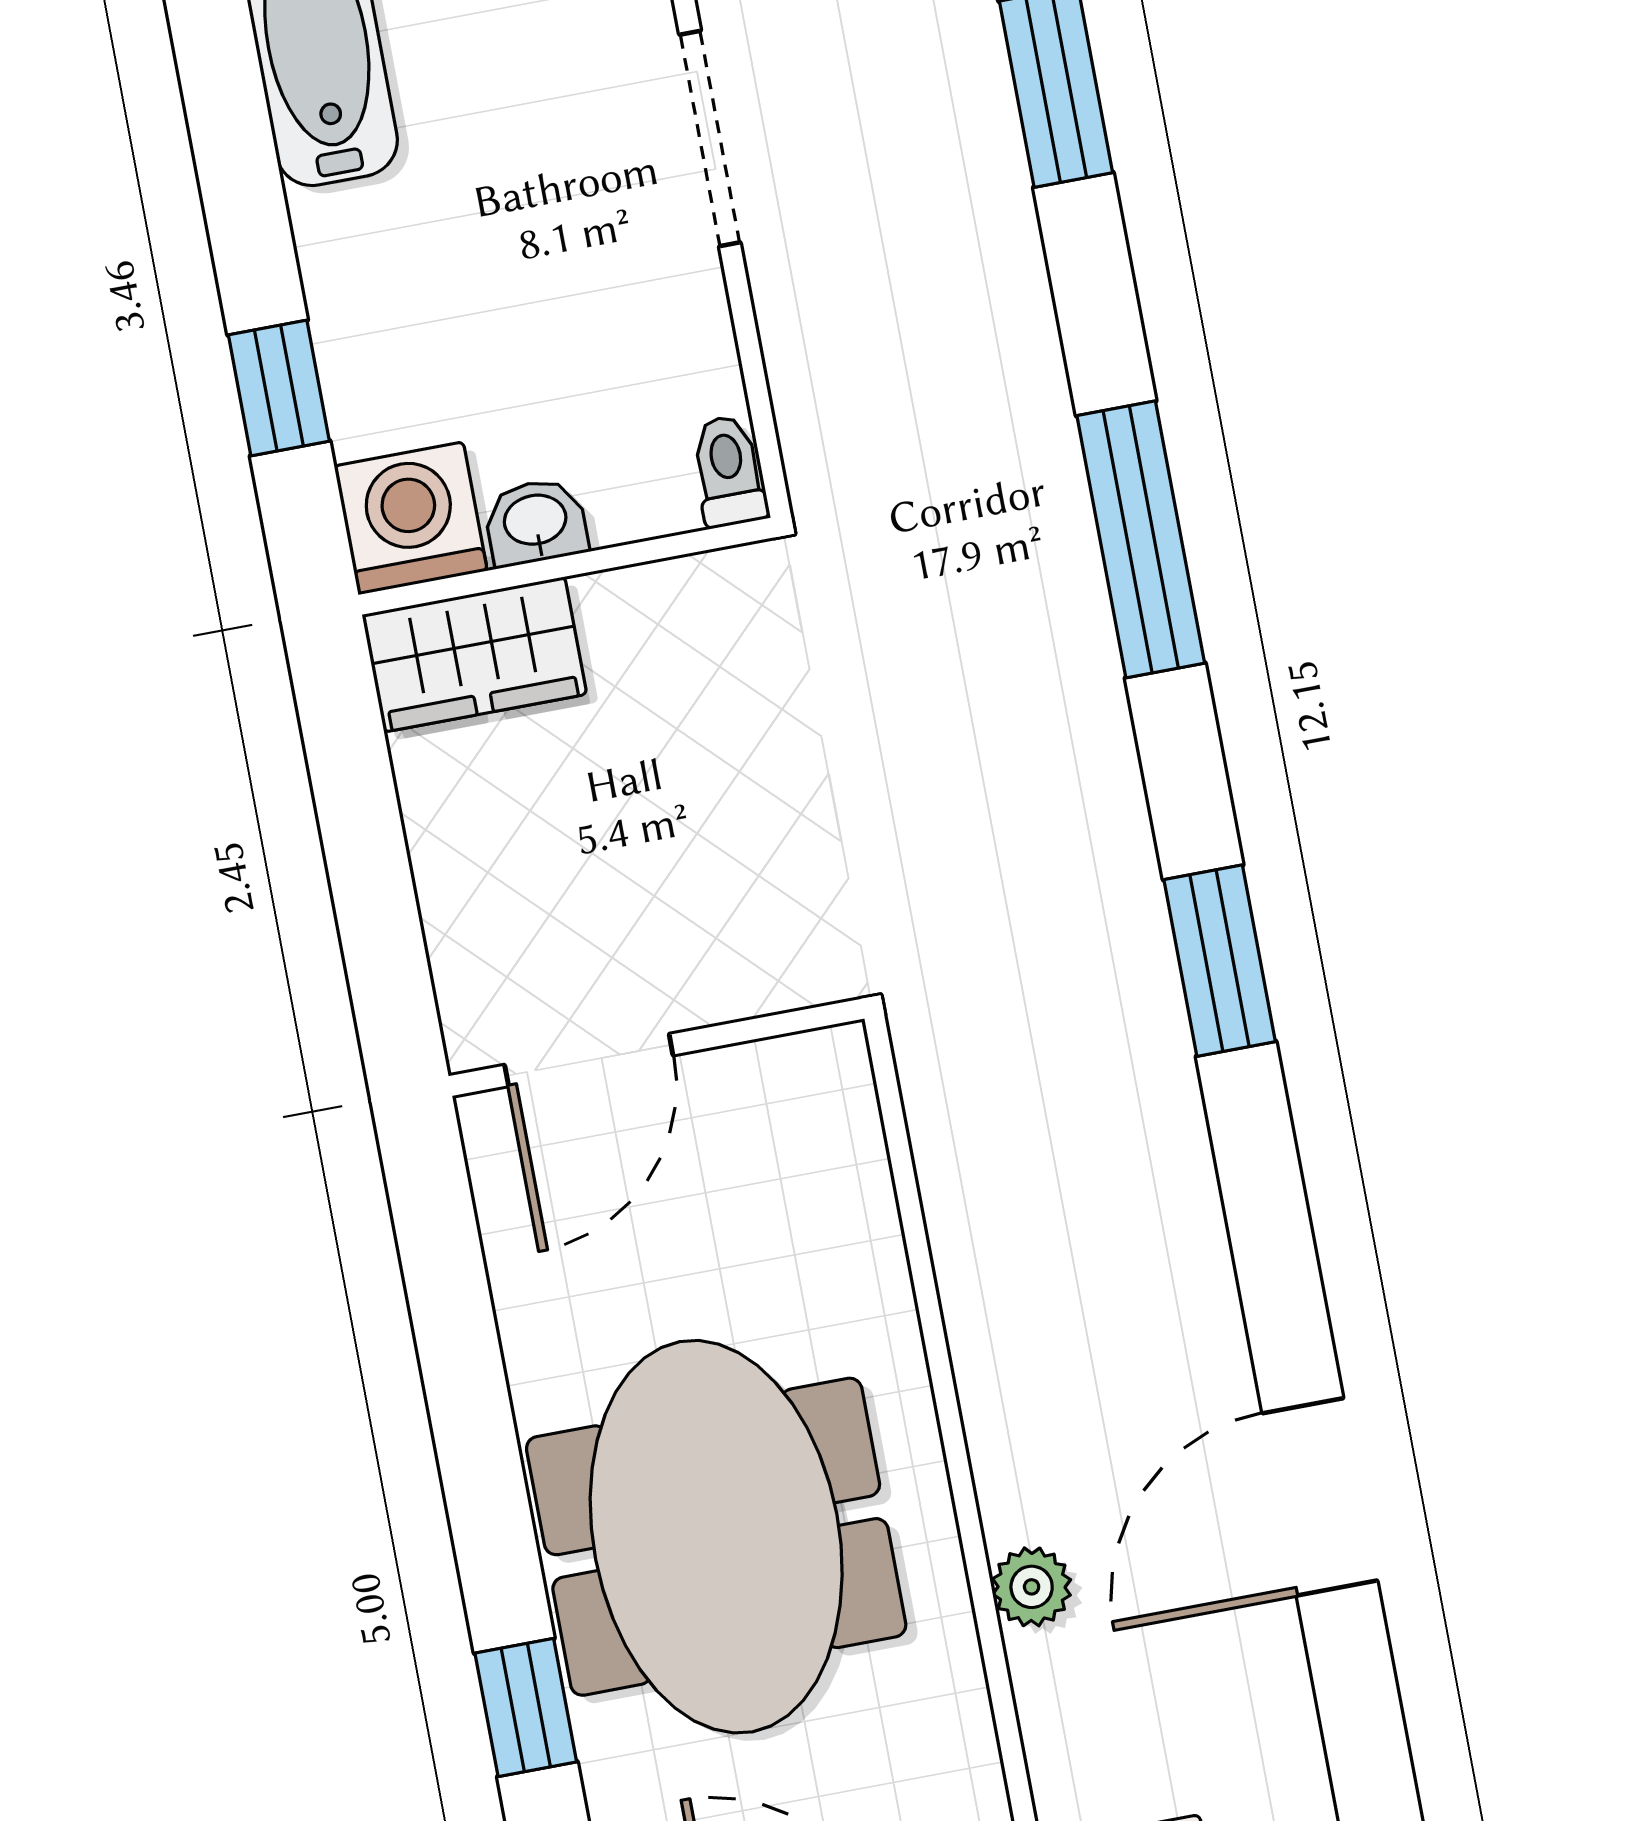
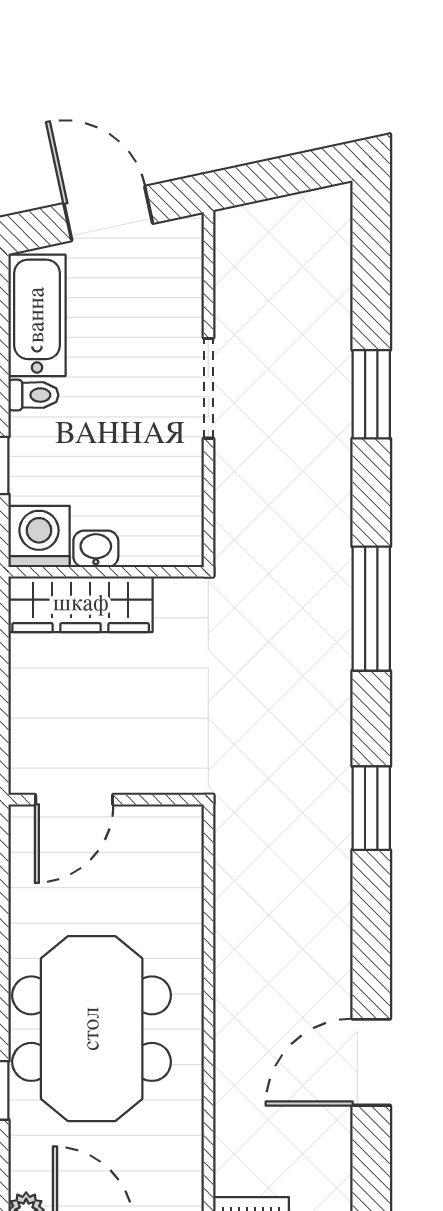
toilet: (729, 471) -> (33, 395), moved, turned 90
wardrobe: (474, 654) -> (81, 604), width x1.50
plant: (1032, 1587) -> (232, 1079), removed

